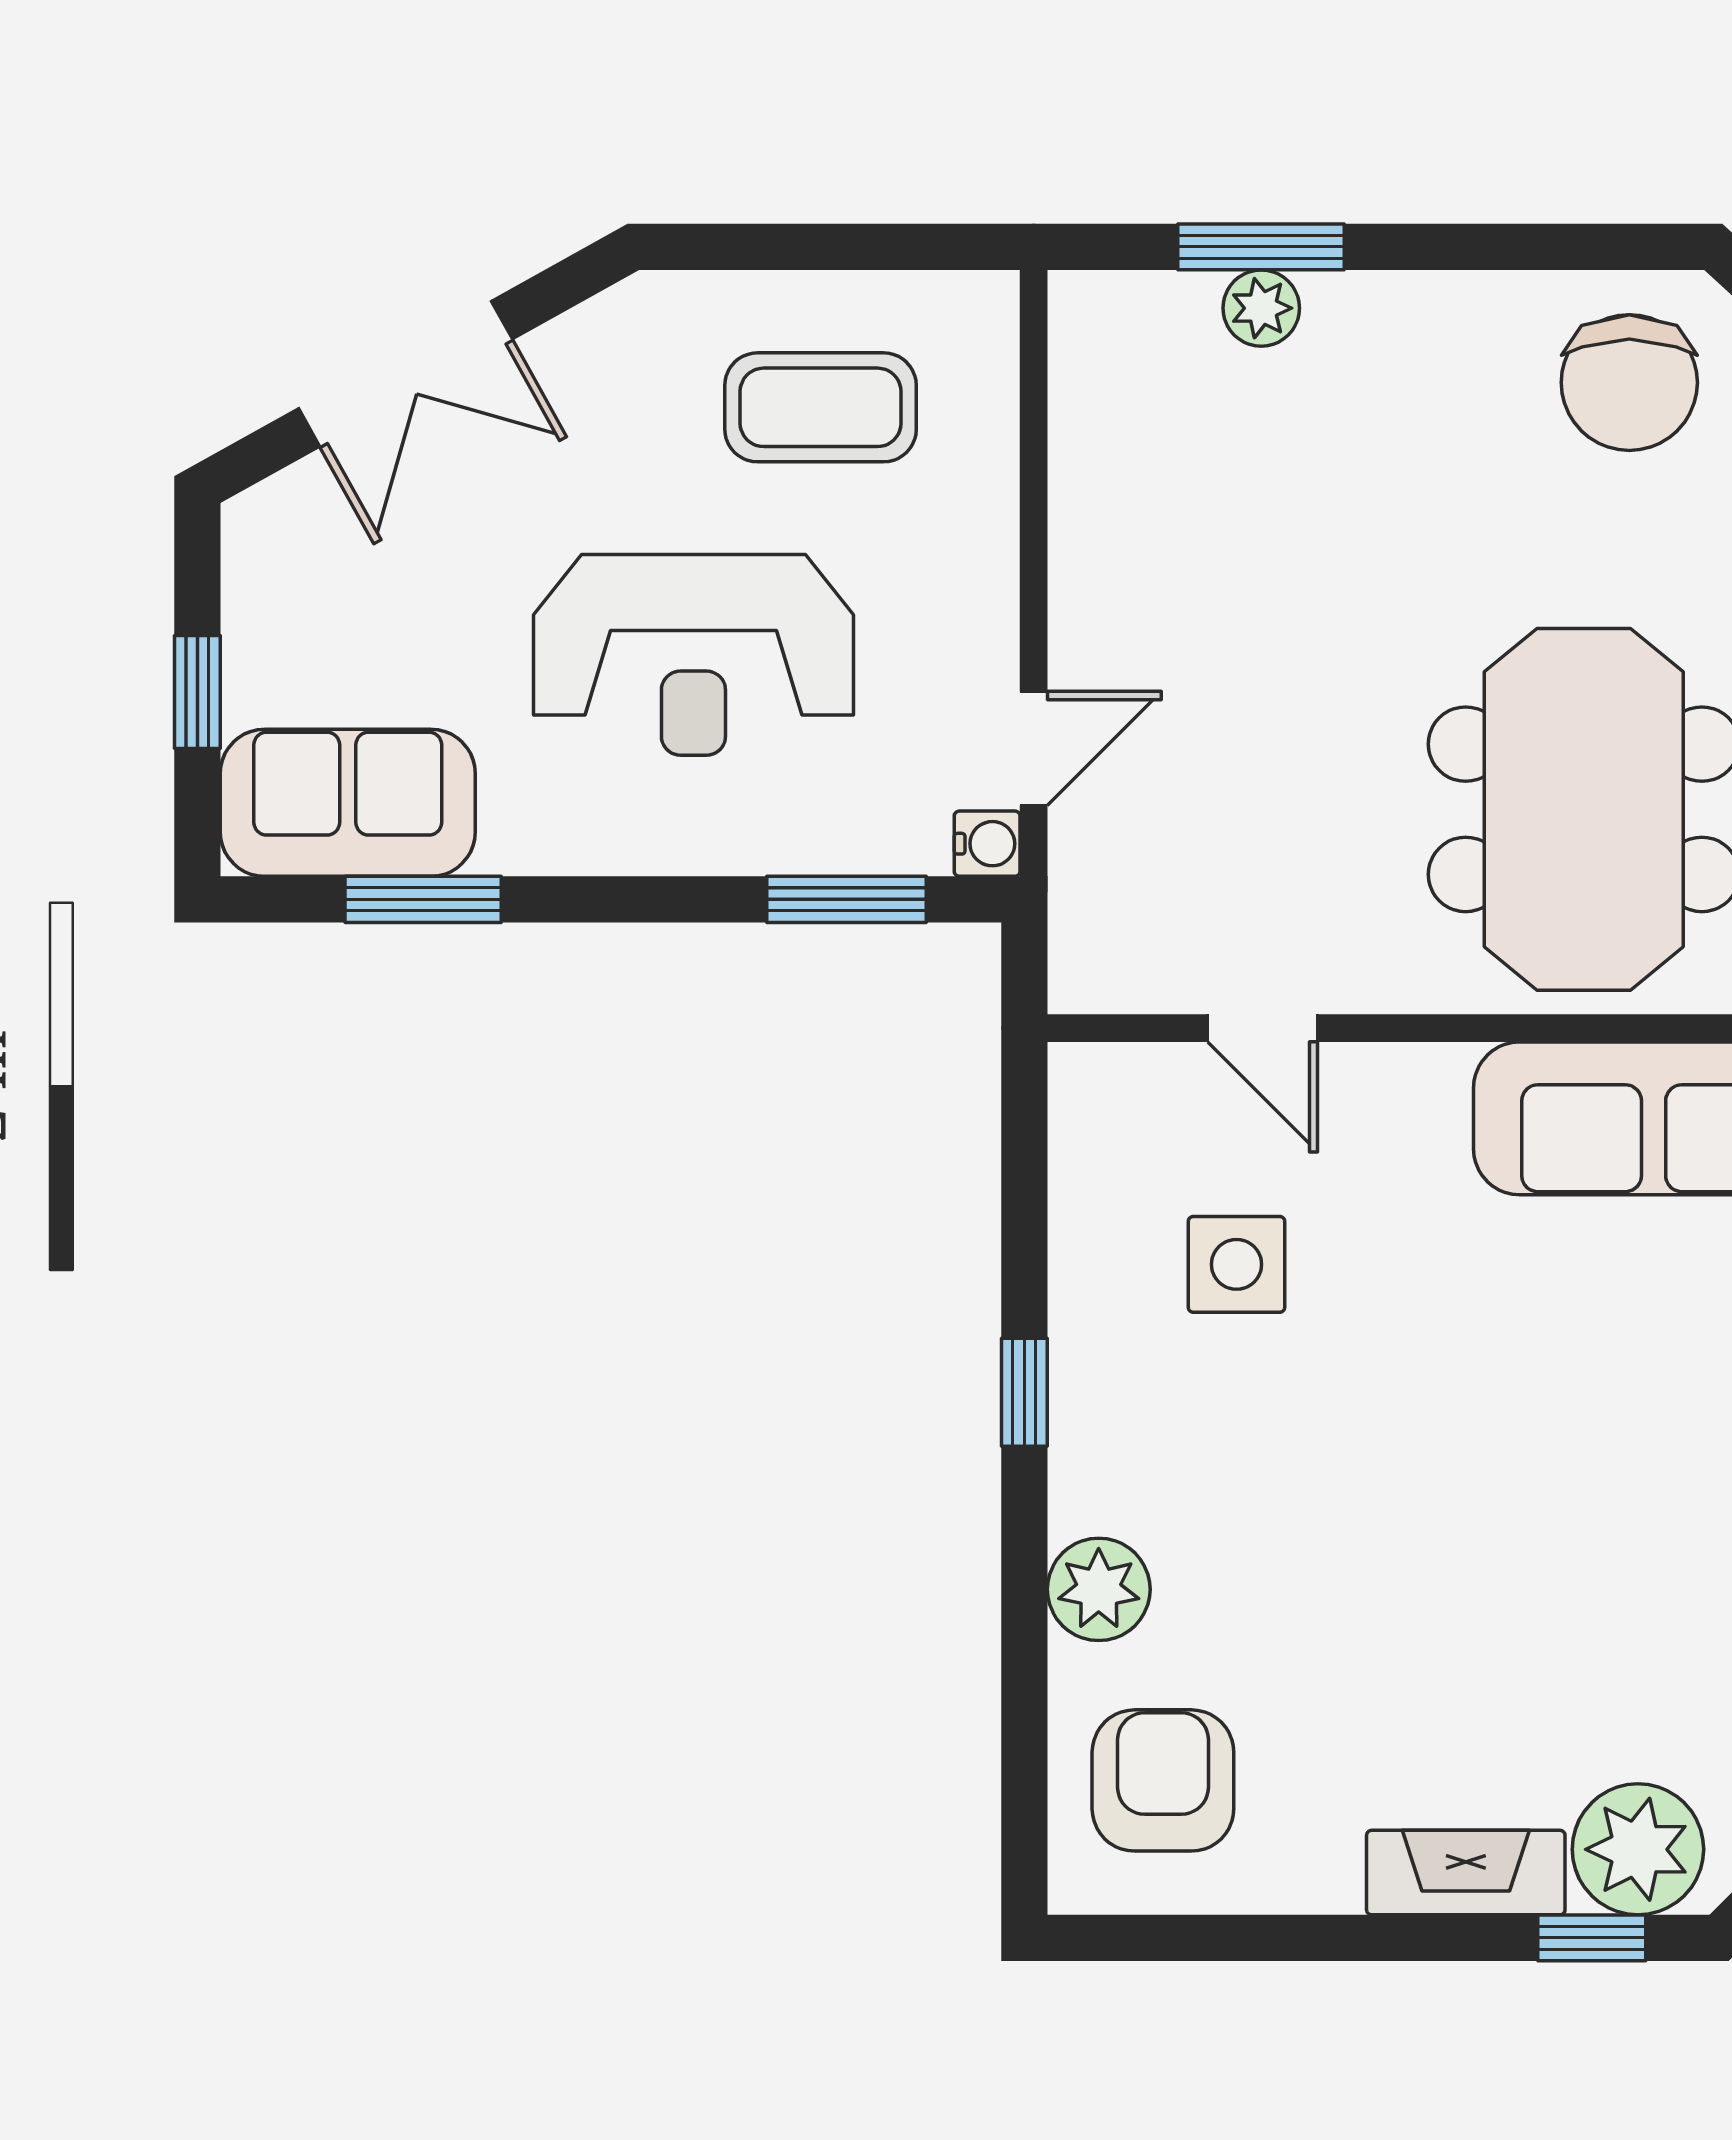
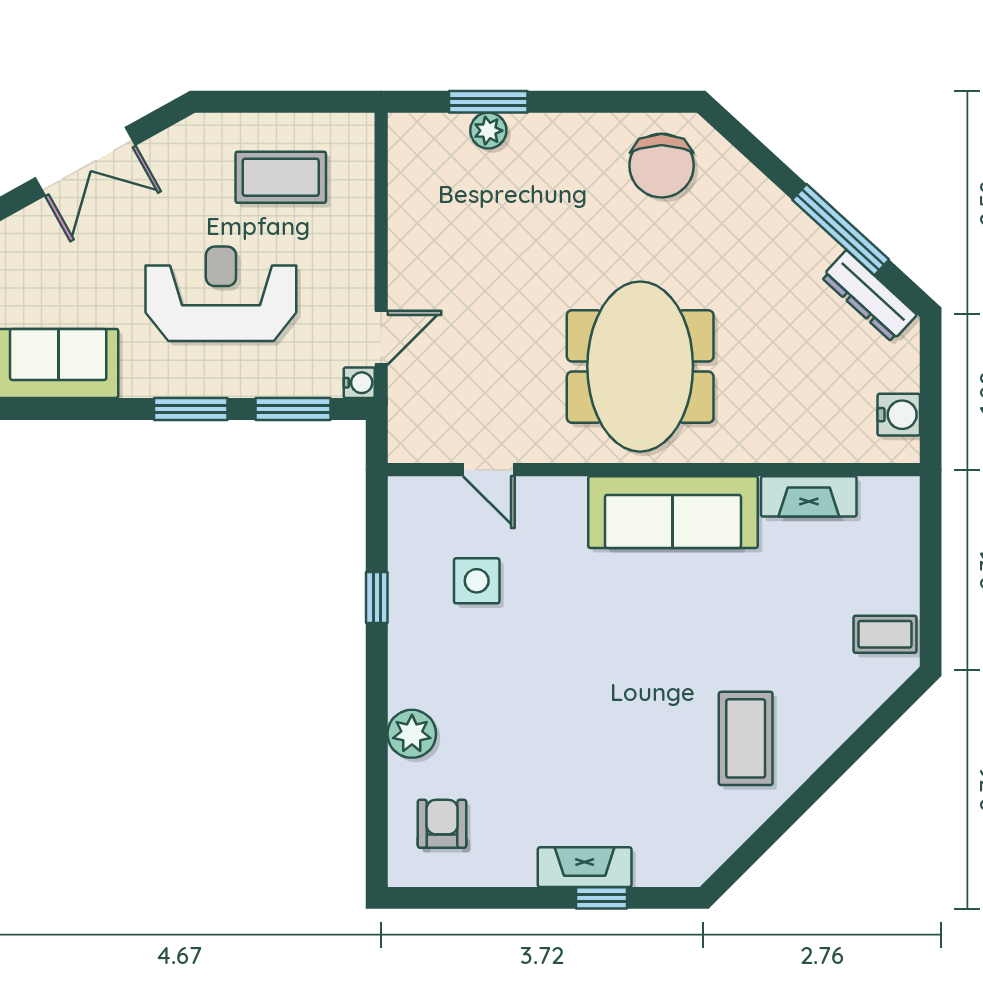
reception desk: (693, 655) -> (221, 294), turned 180
window: (423, 899) -> (191, 409), moved
window: (1024, 1392) -> (377, 598), moved
armchair: (1163, 1780) -> (442, 824), width x0.72, depth x0.72
plant: (1638, 1849) -> (666, 856), removed
window: (1592, 1938) -> (601, 898), moved

